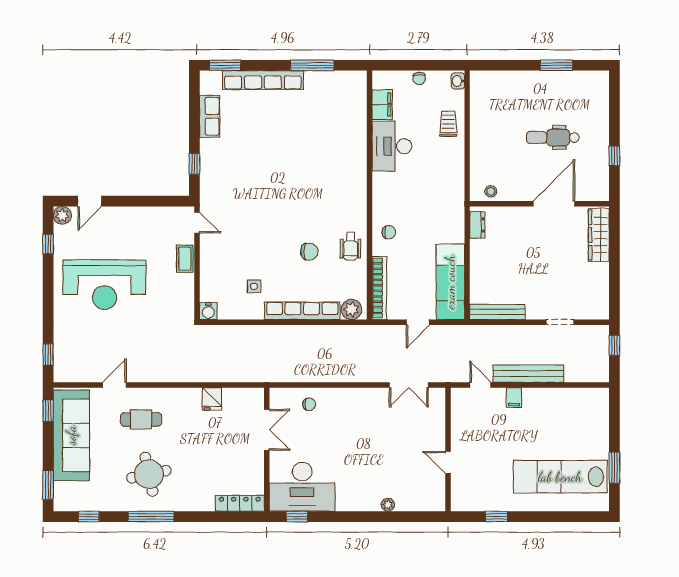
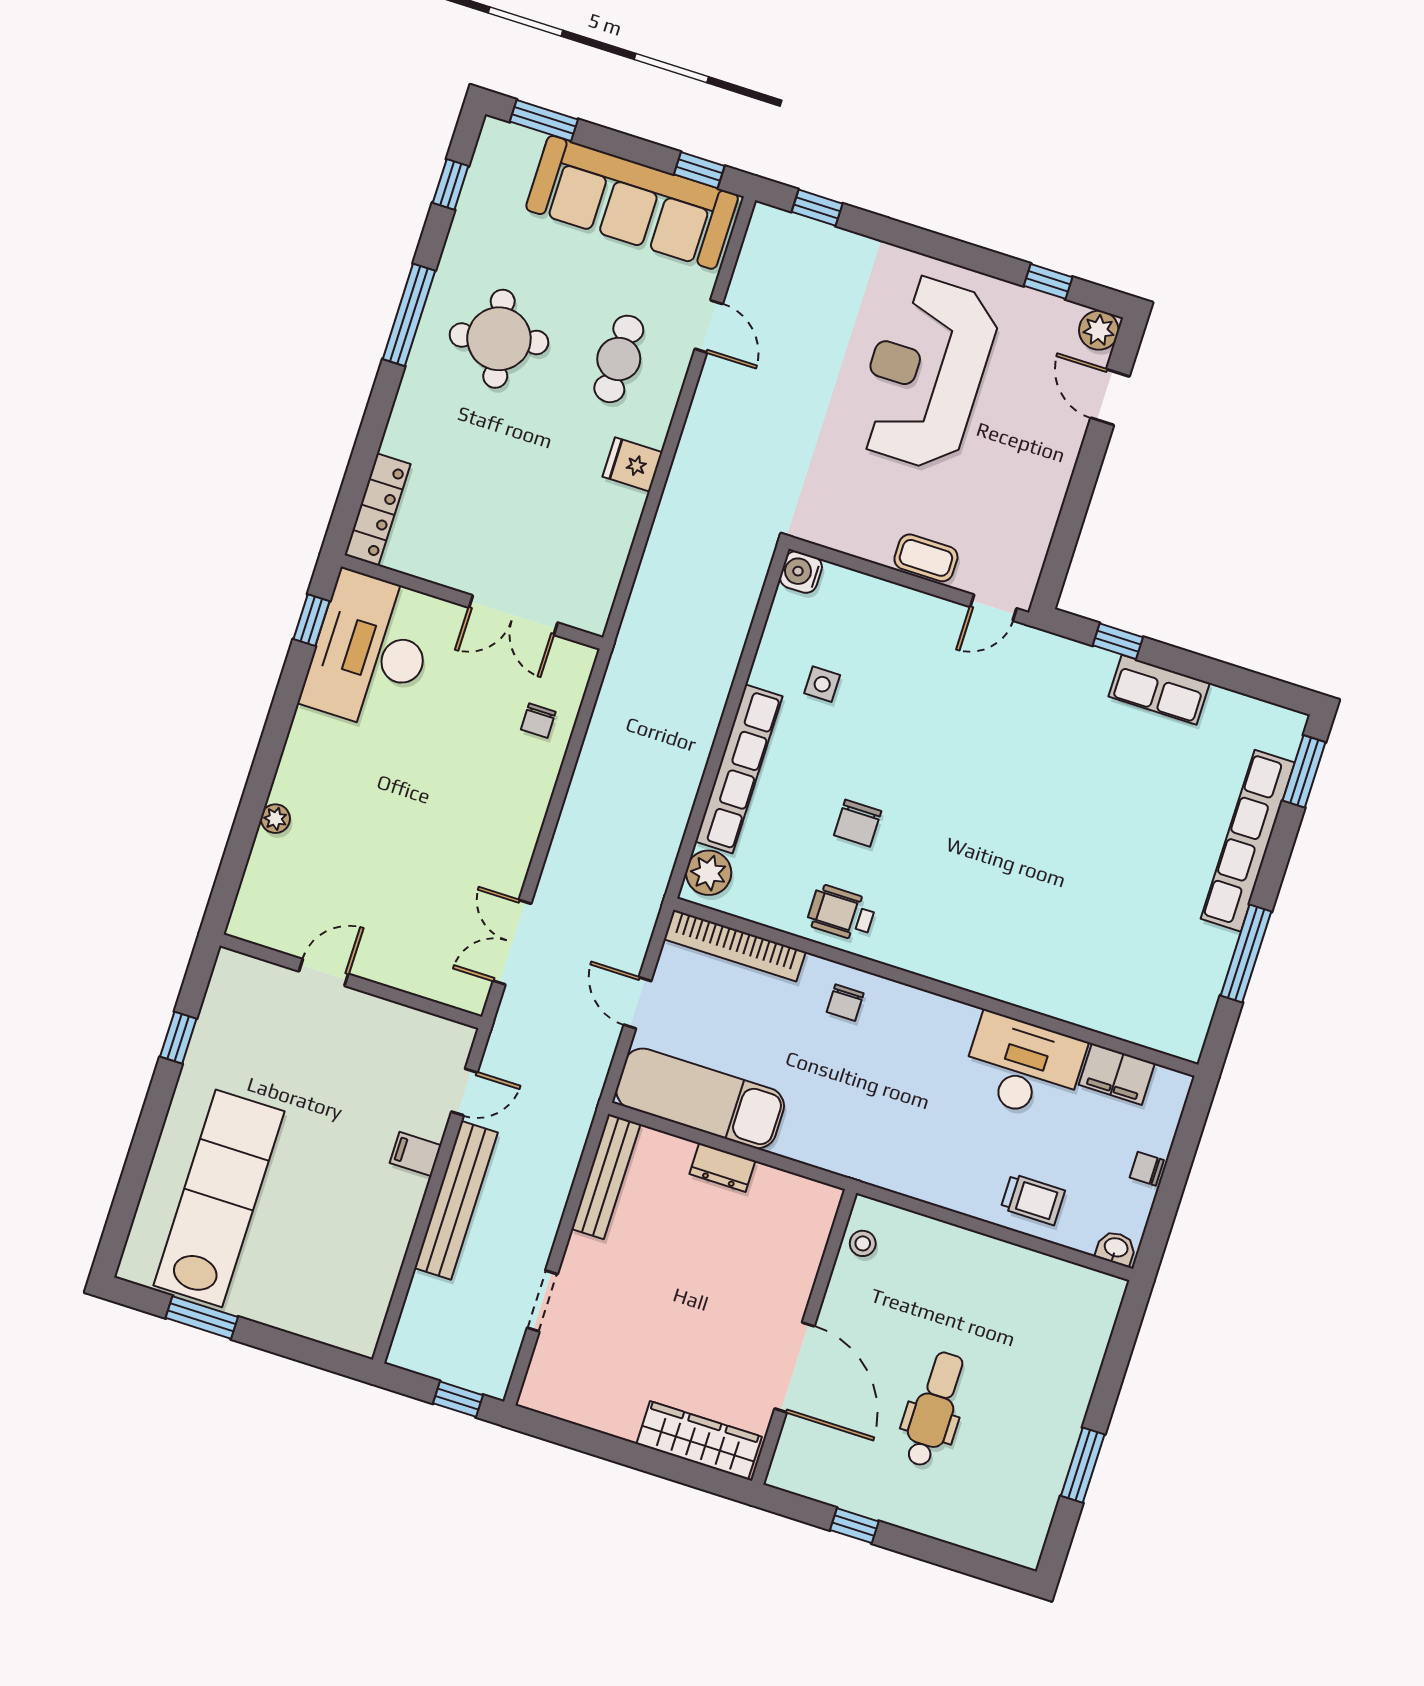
row of seats: (210, 116) -> (1159, 690), moved
dresser: (477, 225) -> (722, 1167), moved
fridge: (212, 399) -> (632, 464), moved

